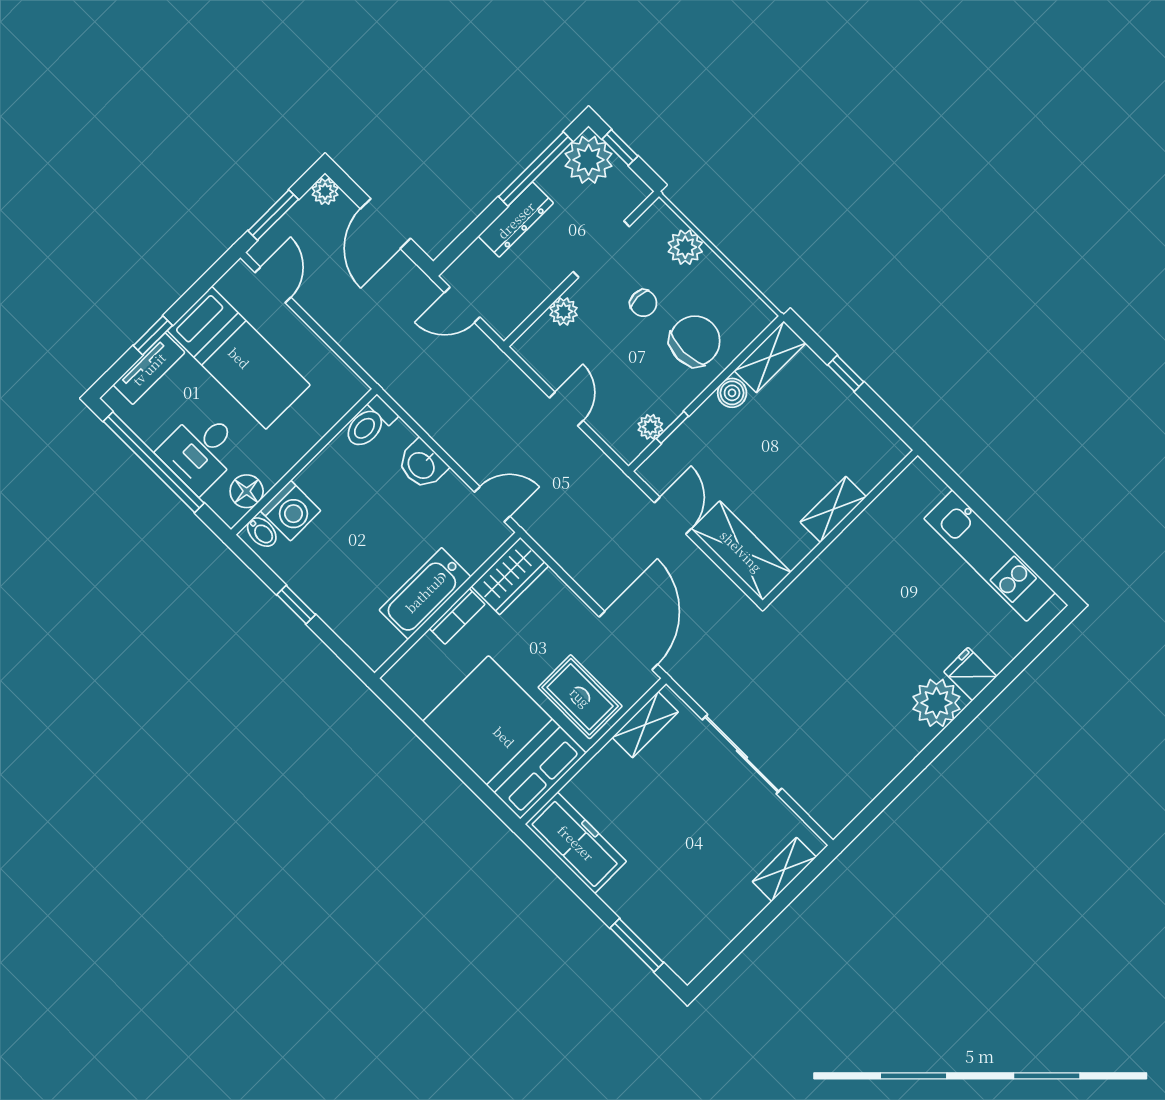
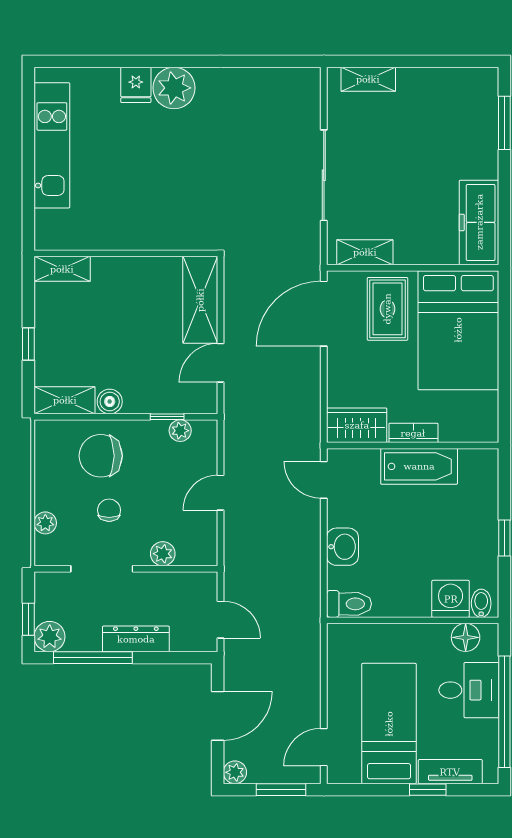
plant: (589, 160) -> (50, 637), width x0.73, depth x0.73
plant: (685, 247) -> (45, 523), width x0.73, depth x0.73
shelving: (833, 509) -> (62, 269), moved

